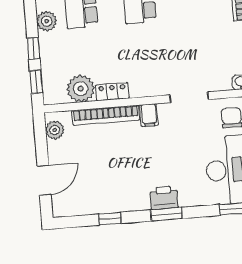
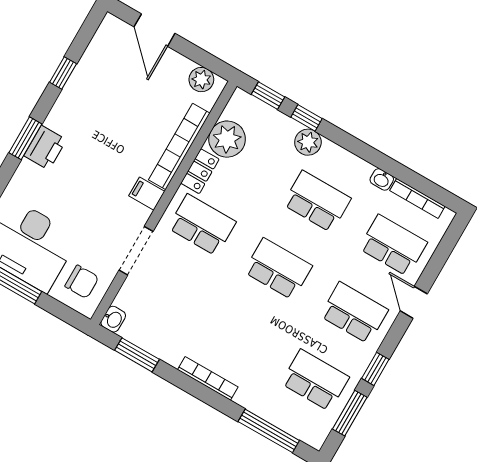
plant: (47, 21) -> (308, 142), moved
school desk: (145, 67) -> (202, 225), added

